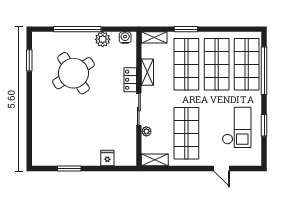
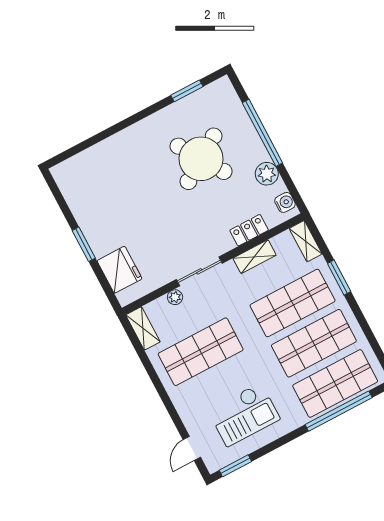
locker: (130, 80) -> (249, 230), moved
window: (264, 125) -> (235, 466), moved
fridge: (107, 158) -> (120, 270), width x1.88, depth x1.34
window: (69, 168) -> (84, 244), moved
door: (222, 168) -> (192, 448), moved

